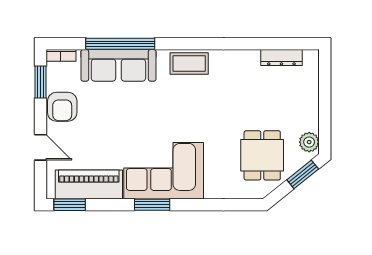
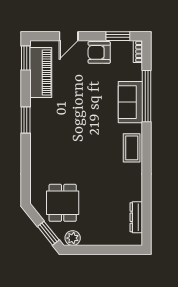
sofa: (118, 65) -> (130, 102), width x0.73
dining table: (262, 155) -> (63, 203), turned 90
corner sofa: (164, 171) -> (51, 129), removed

